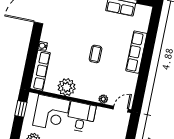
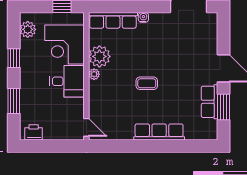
plant: (103, 99) -> (94, 74), moved

